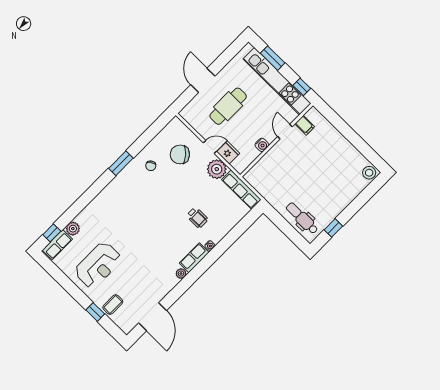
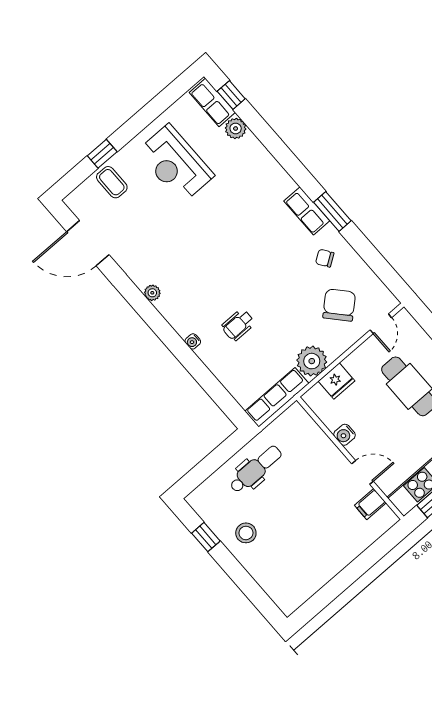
door: (210, 147) -> (381, 324), moved
stool: (369, 173) -> (246, 533), moved
dental chair: (302, 218) -> (256, 469), moved
row of seats: (194, 258) -> (307, 211), moved, turned 180

